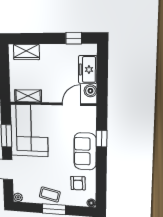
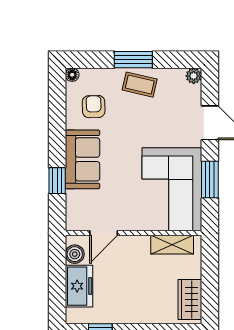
wardrobe: (26, 52) -> (190, 299), moved, turned -90

